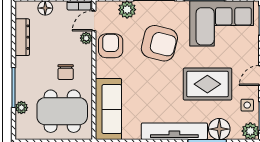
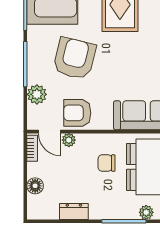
dresser: (22, 37) -> (74, 211), width x0.70
chair: (66, 72) -> (107, 163), turned 180

